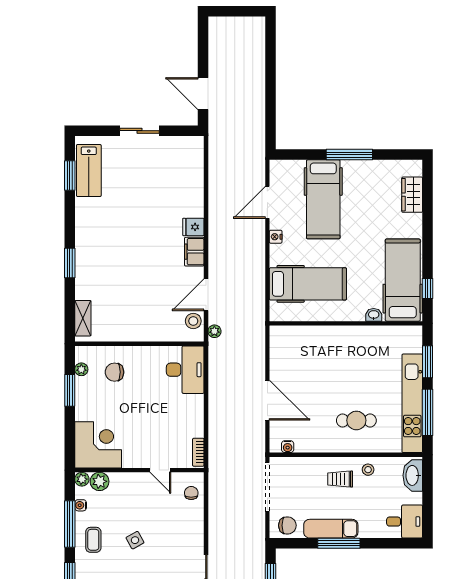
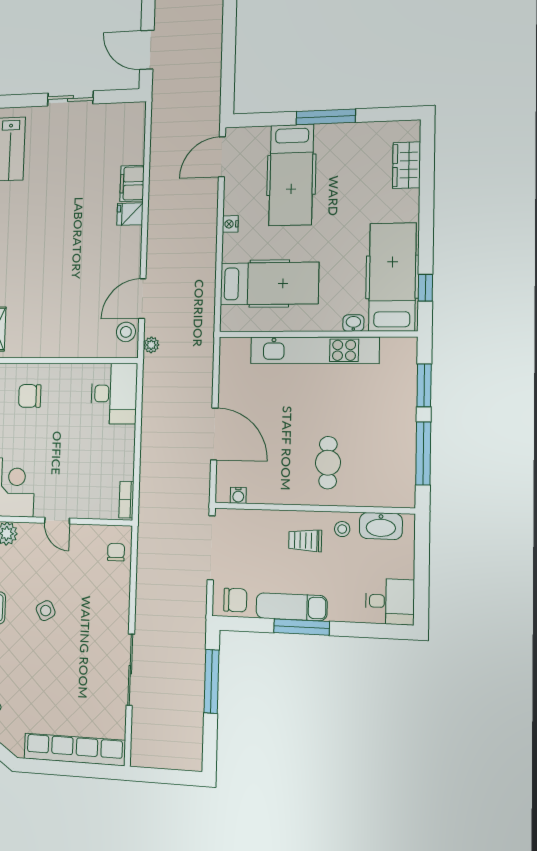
door: (267, 202) -> (222, 157), moved
filing cabinet: (194, 252) -> (132, 183), moved
kitchen unit: (412, 403) -> (314, 350), moved, turned -90
cafe table: (356, 420) -> (328, 463), turned 90
door: (160, 470) -> (57, 521), moved
washbasin: (413, 475) -> (381, 526), moved, turned -90

